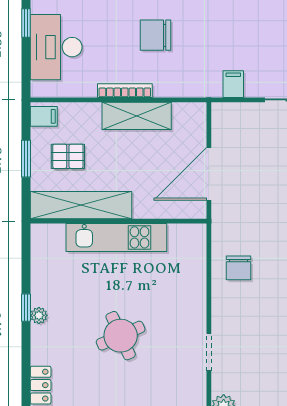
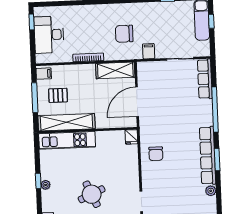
chair: (155, 35) -> (124, 34), moved
shelving: (137, 116) -> (115, 70), moved
window: (26, 159) -> (35, 98), width x1.44
fridge: (196, 236) -> (131, 137), added
kitchen unit: (116, 237) -> (67, 140), moved

